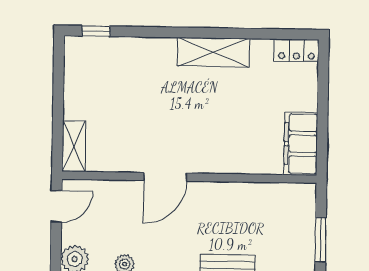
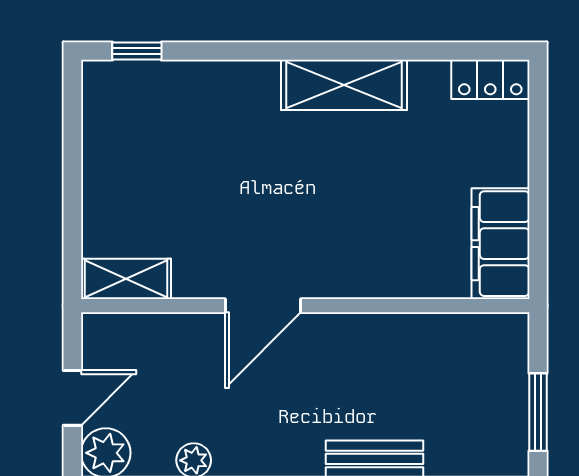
shelving: (74, 146) -> (126, 279), moved, turned 90
door: (56, 206) -> (72, 398), moved

